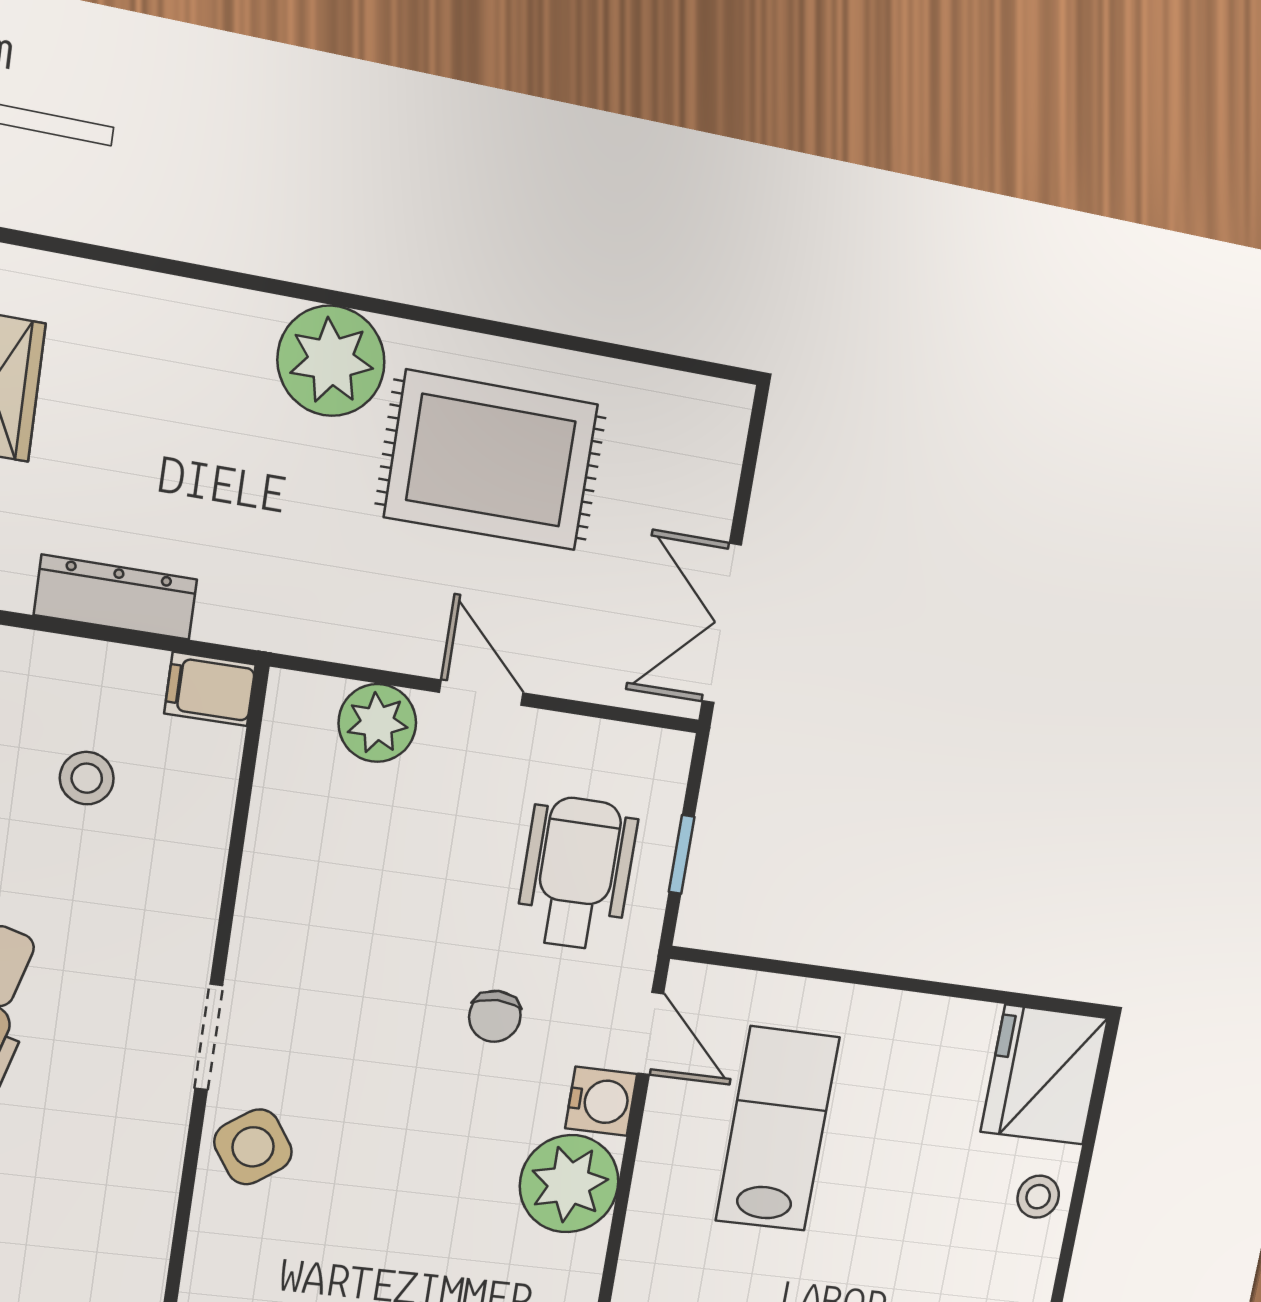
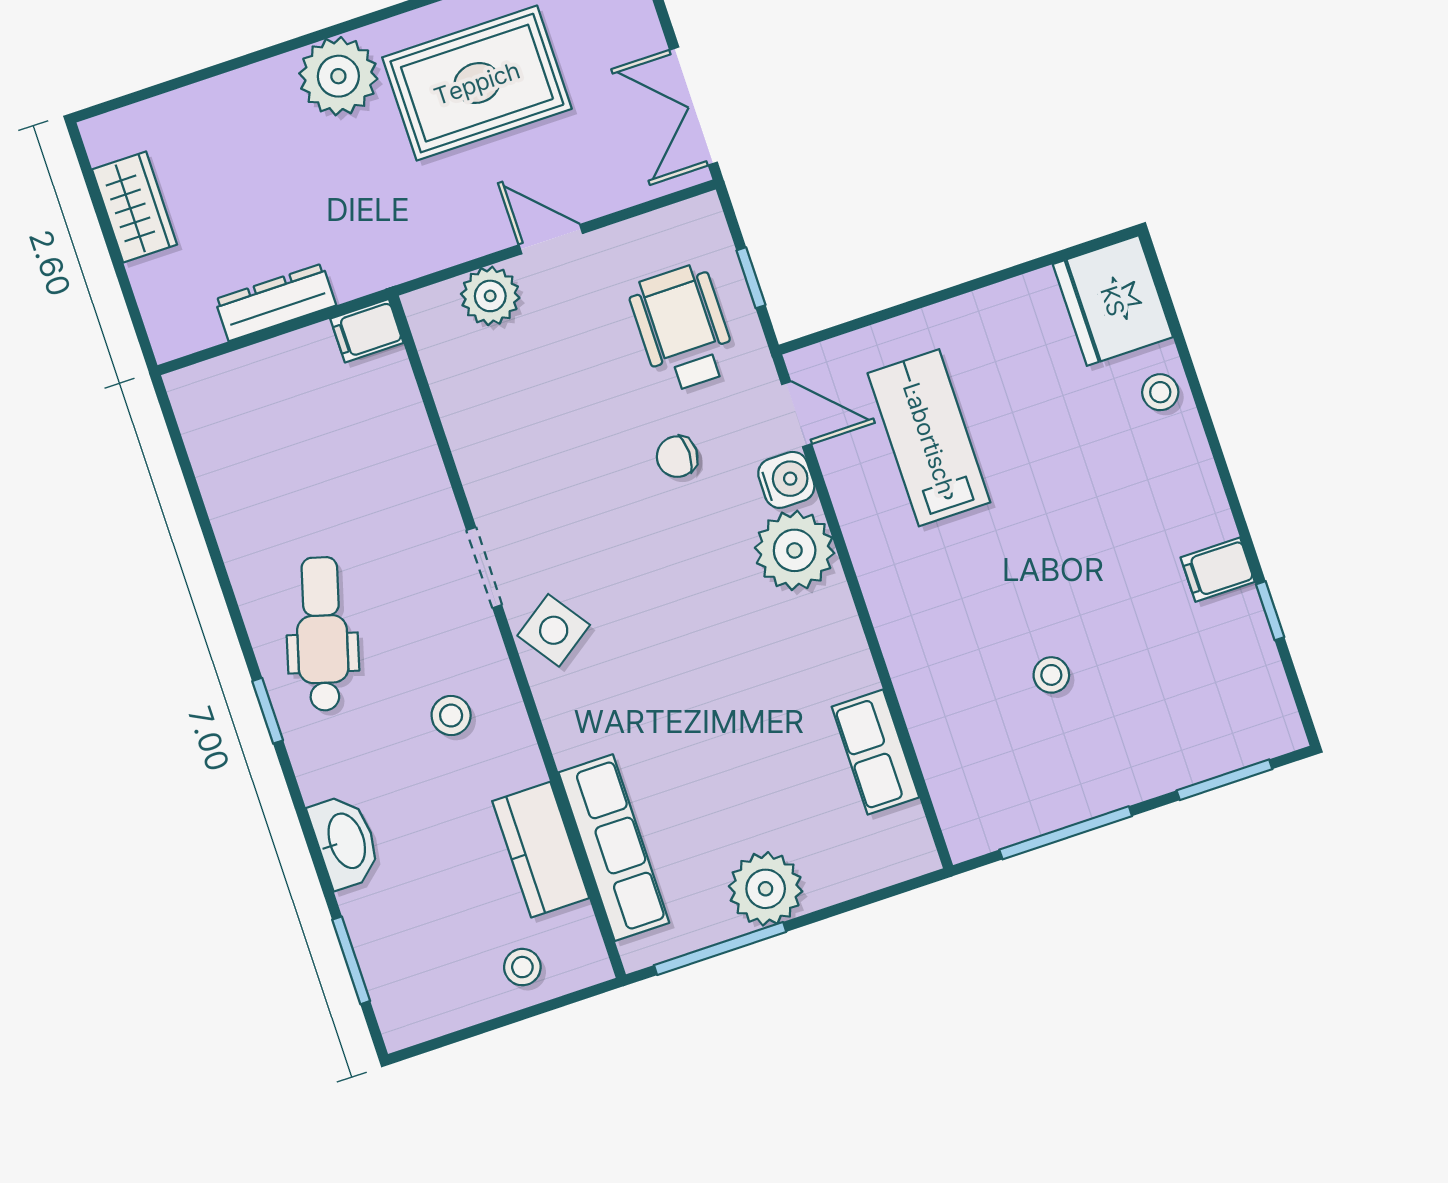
stool: (87, 778) -> (451, 715), moved
chair: (495, 1016) -> (677, 457), turned 90

